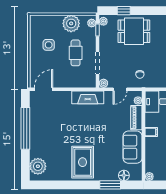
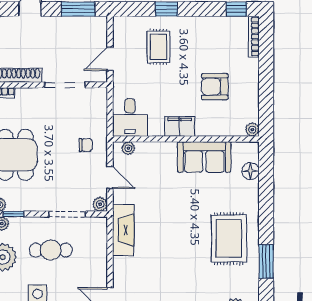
piano: (136, 118) -> (156, 151), removed
filing cabinet: (151, 132) -> (180, 126), width x2.00
rug: (83, 162) -> (229, 239), turned 90
window: (110, 185) -> (266, 261), moved

